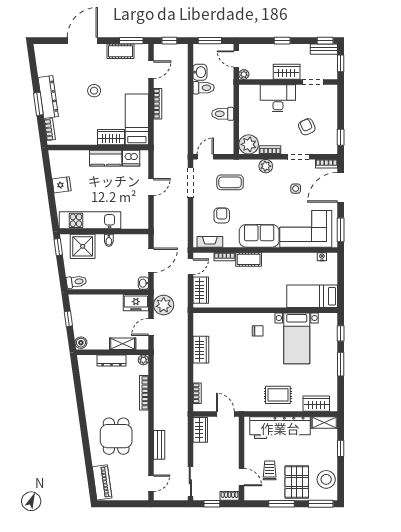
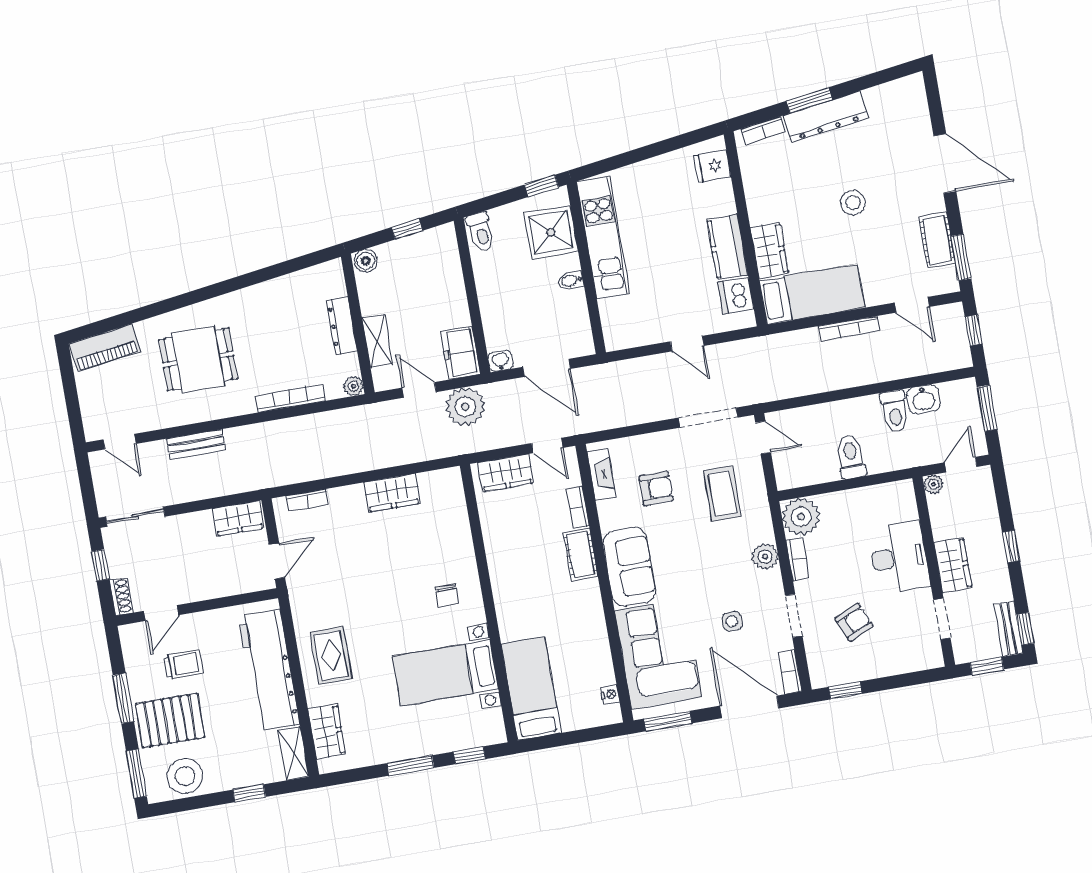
fridge: (62, 185) -> (712, 166), moved, turned 98

